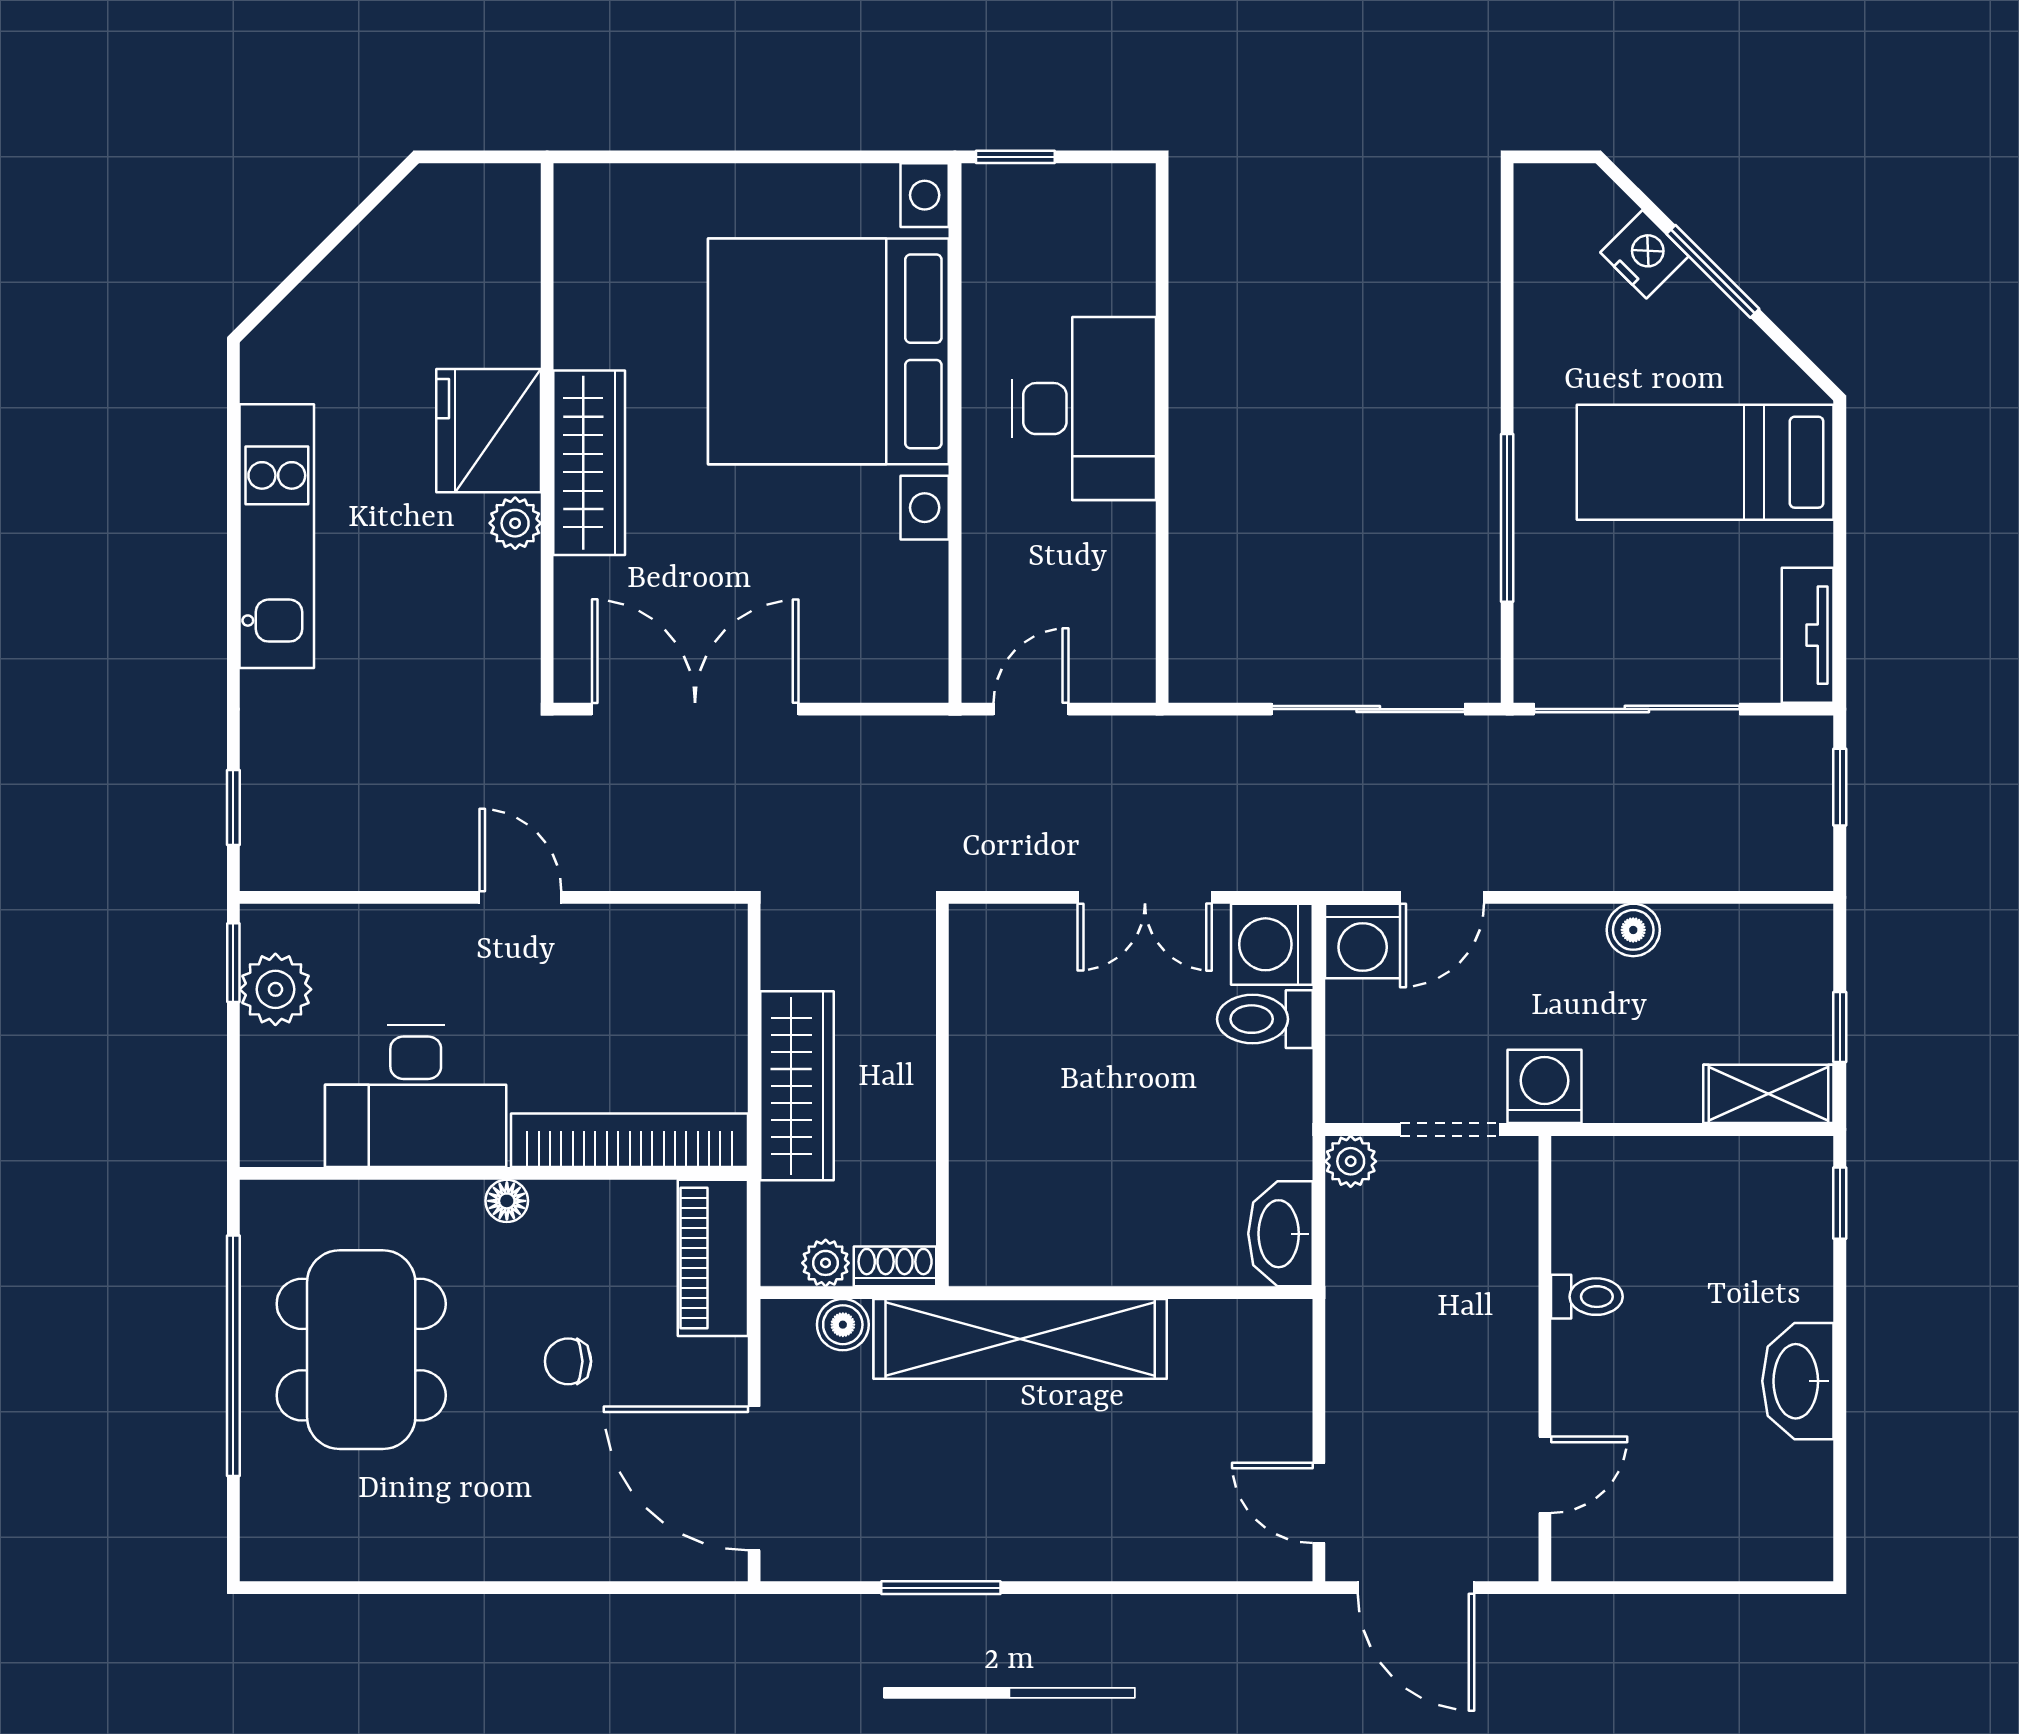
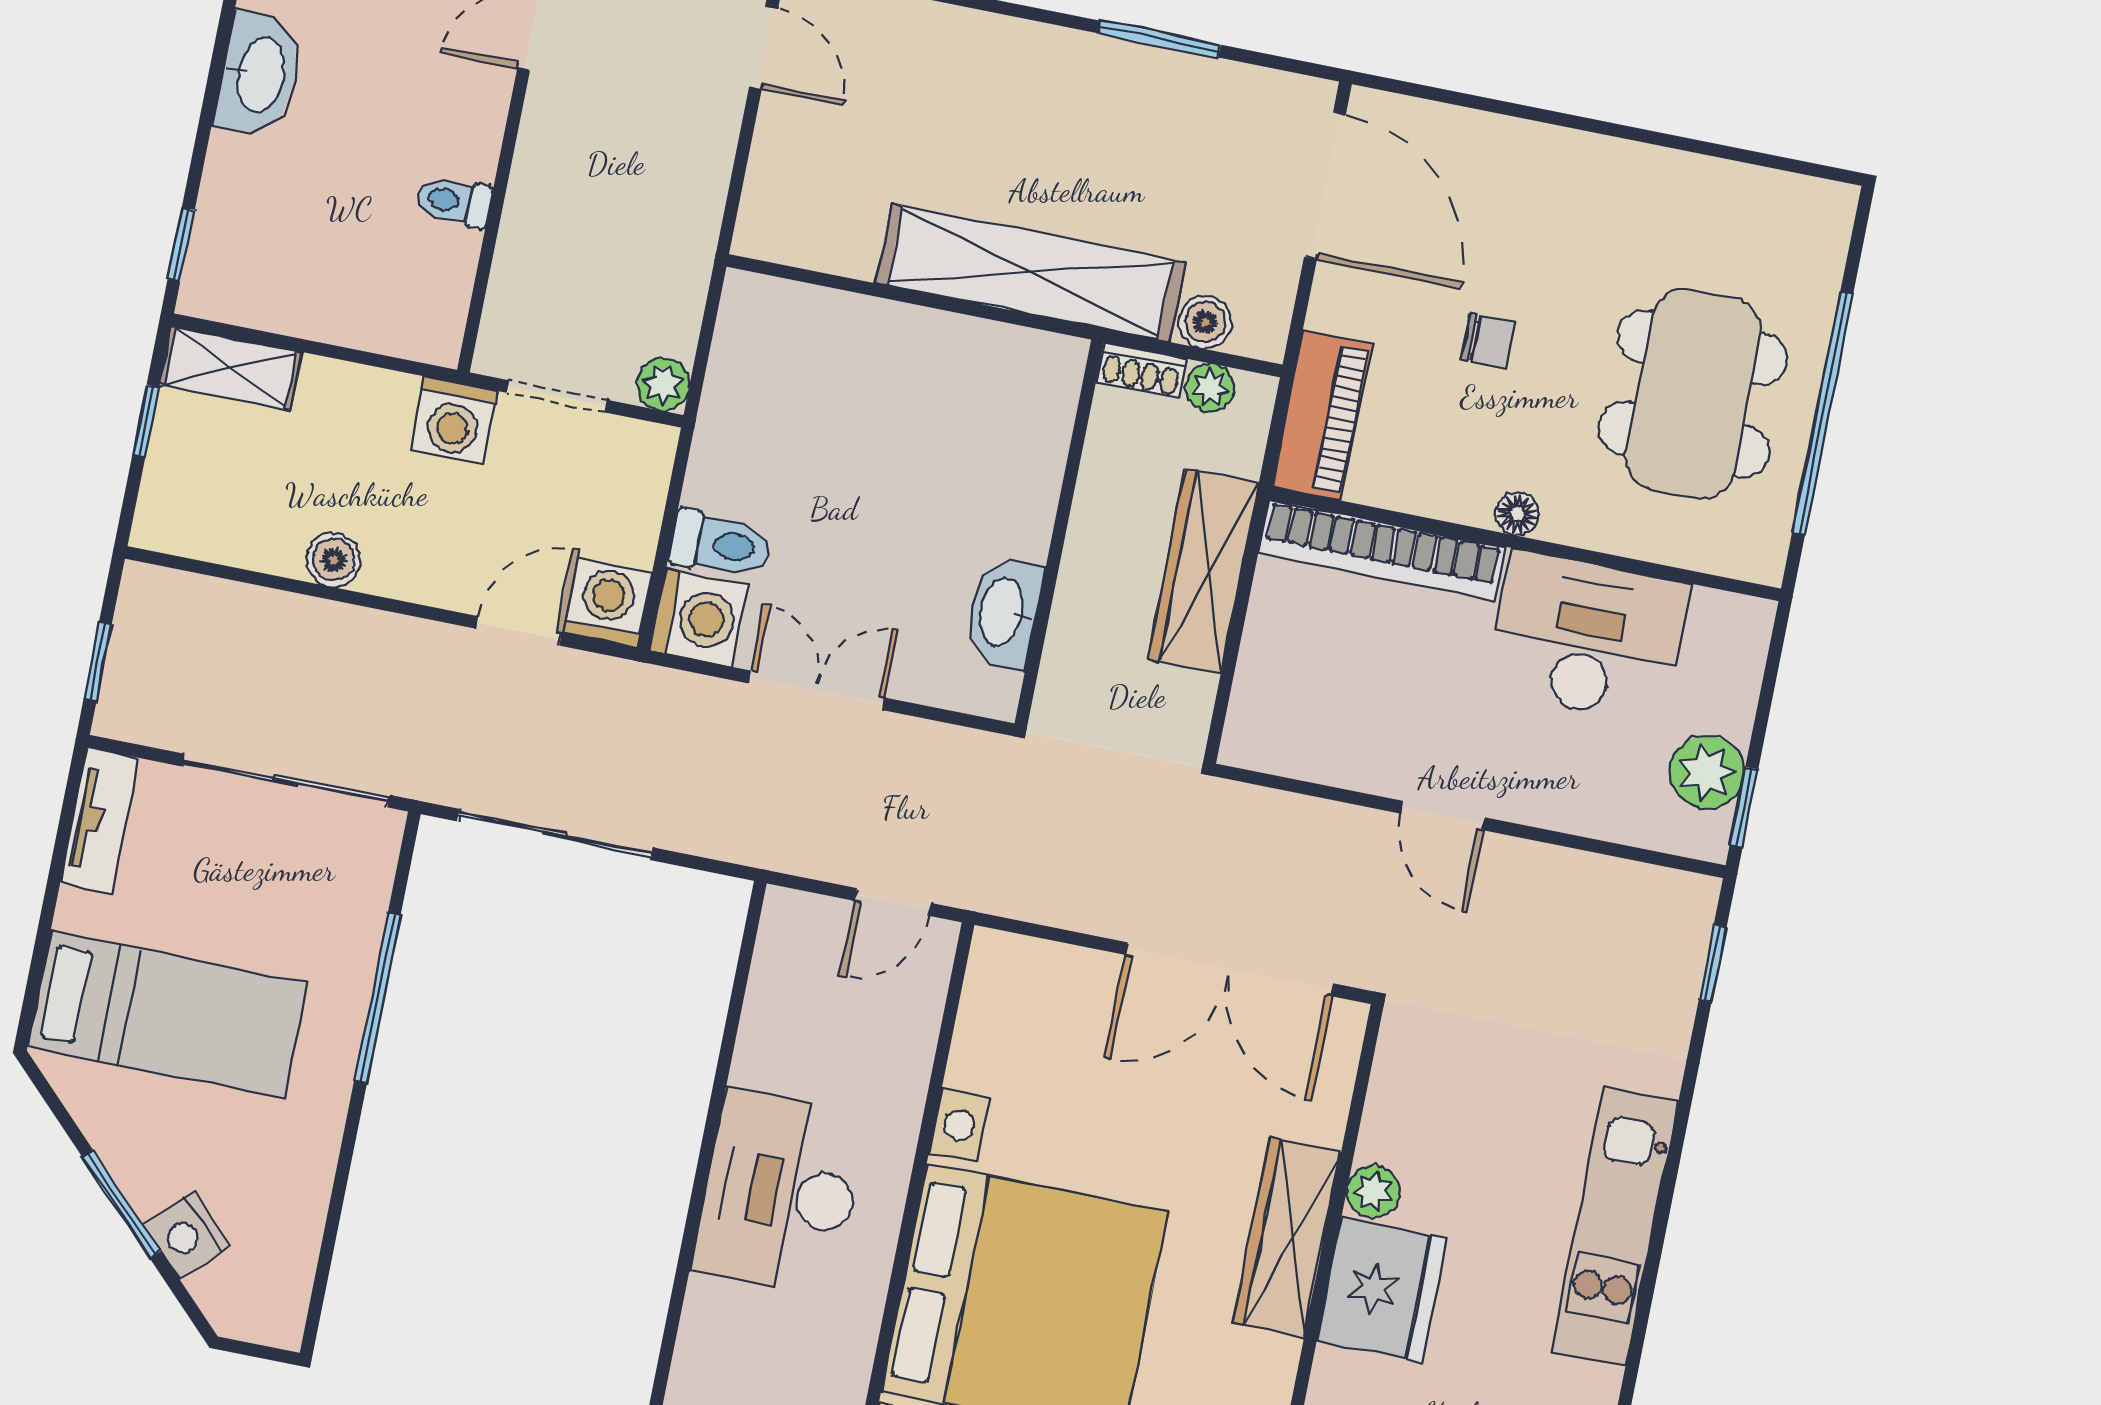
washbasin: (1280, 1234) -> (1003, 613), moved, turned 180

